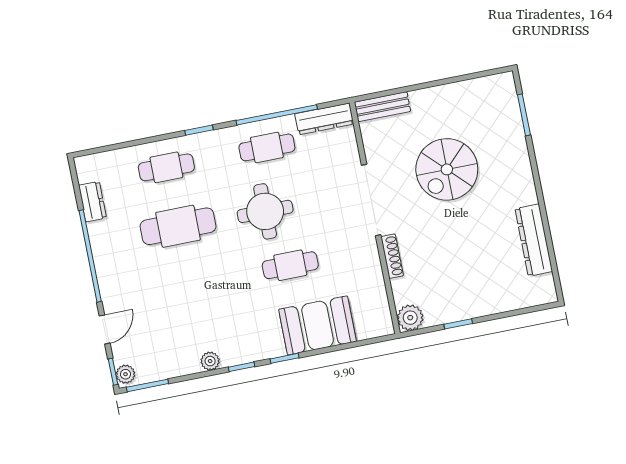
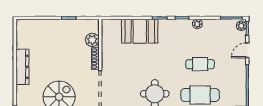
dresser: (534, 240) -> (22, 67), moved
cafe table: (290, 265) -> (200, 64), moved
plant: (410, 318) -> (92, 40), moved

